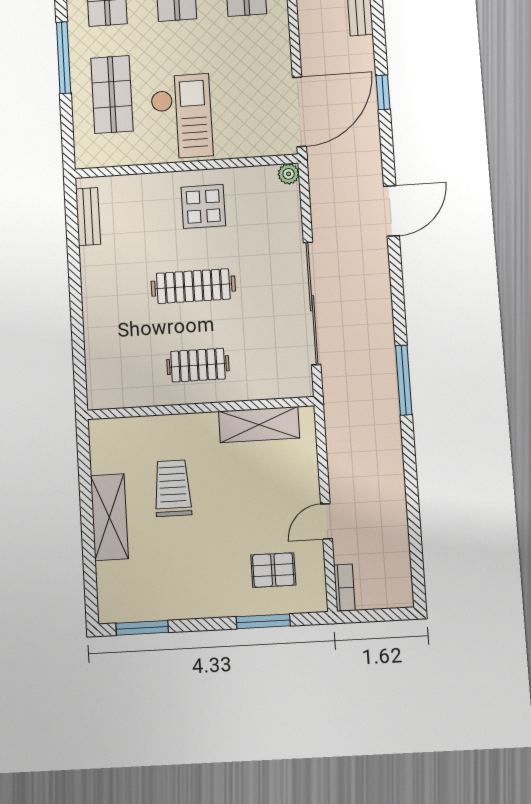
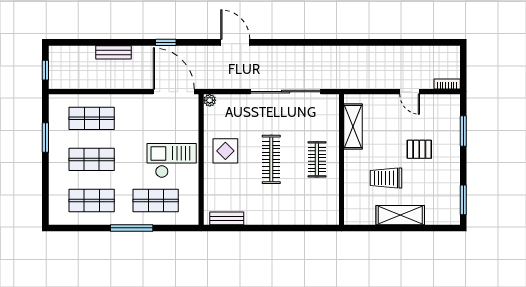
window: (404, 380) -> (333, 42), removed
pallet: (273, 570) -> (419, 149), moved, turned 90

